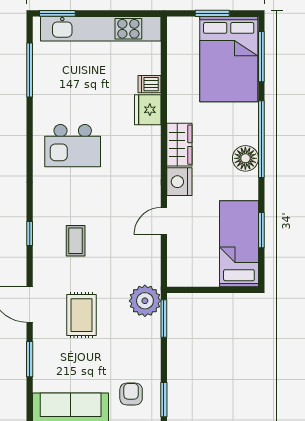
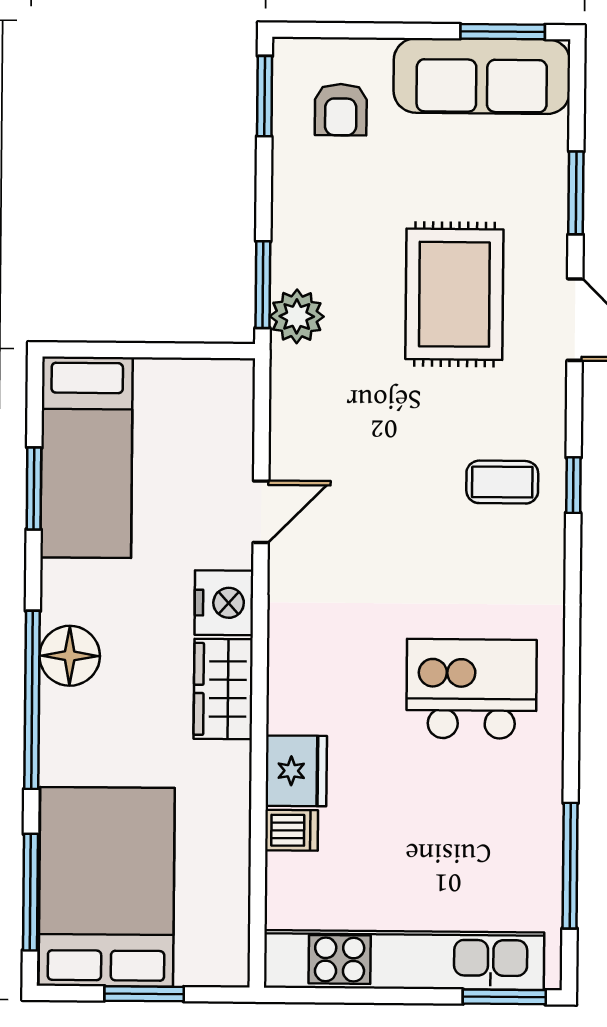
coffee table: (76, 241) -> (502, 482), moved, turned 90
plant: (145, 301) -> (297, 316), width x0.73, depth x0.73
rug: (82, 315) -> (454, 294), width x1.36, depth x1.43

